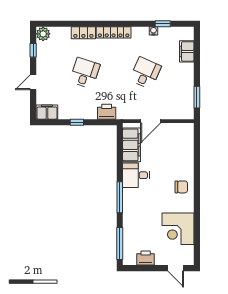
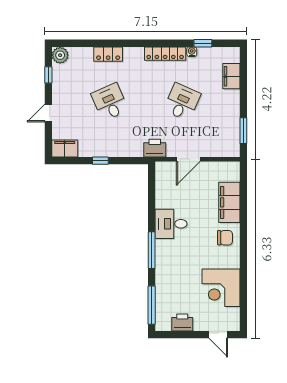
locker: (114, 32) -> (165, 54), moved
desk: (85, 73) -> (110, 102), turned -42
printer: (107, 112) -> (155, 148), moved
filing cabinet: (132, 145) -> (229, 202), moved, turned 180

